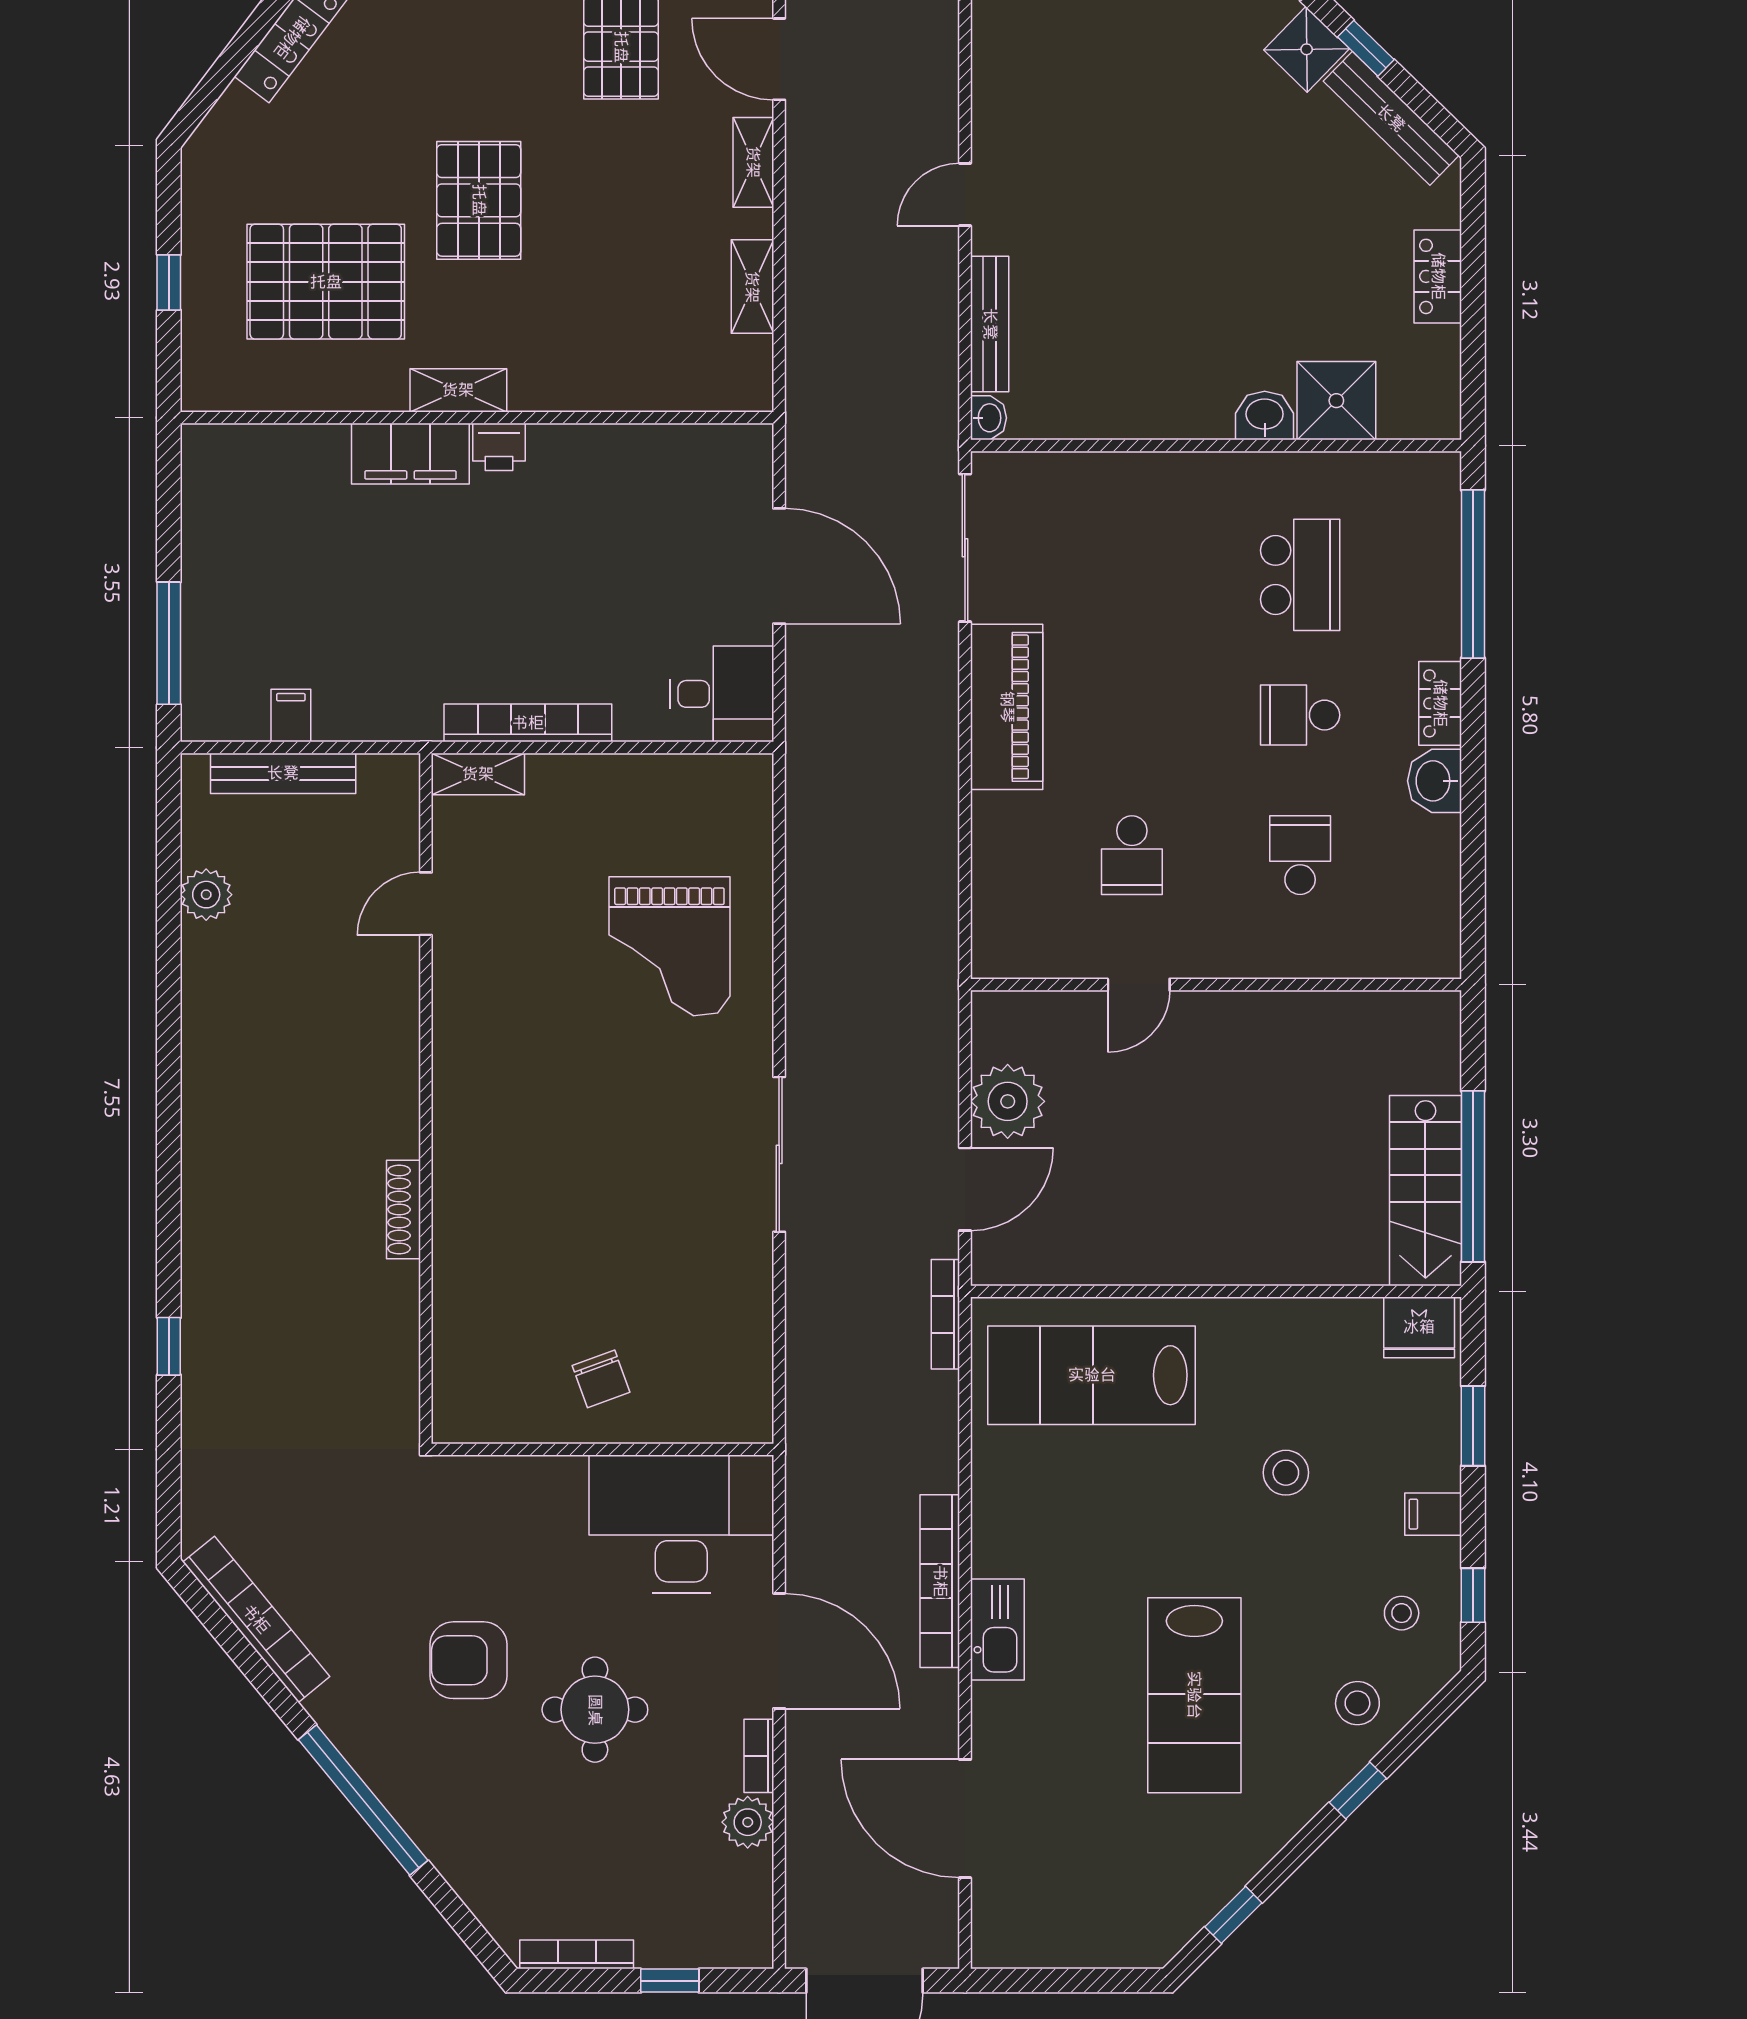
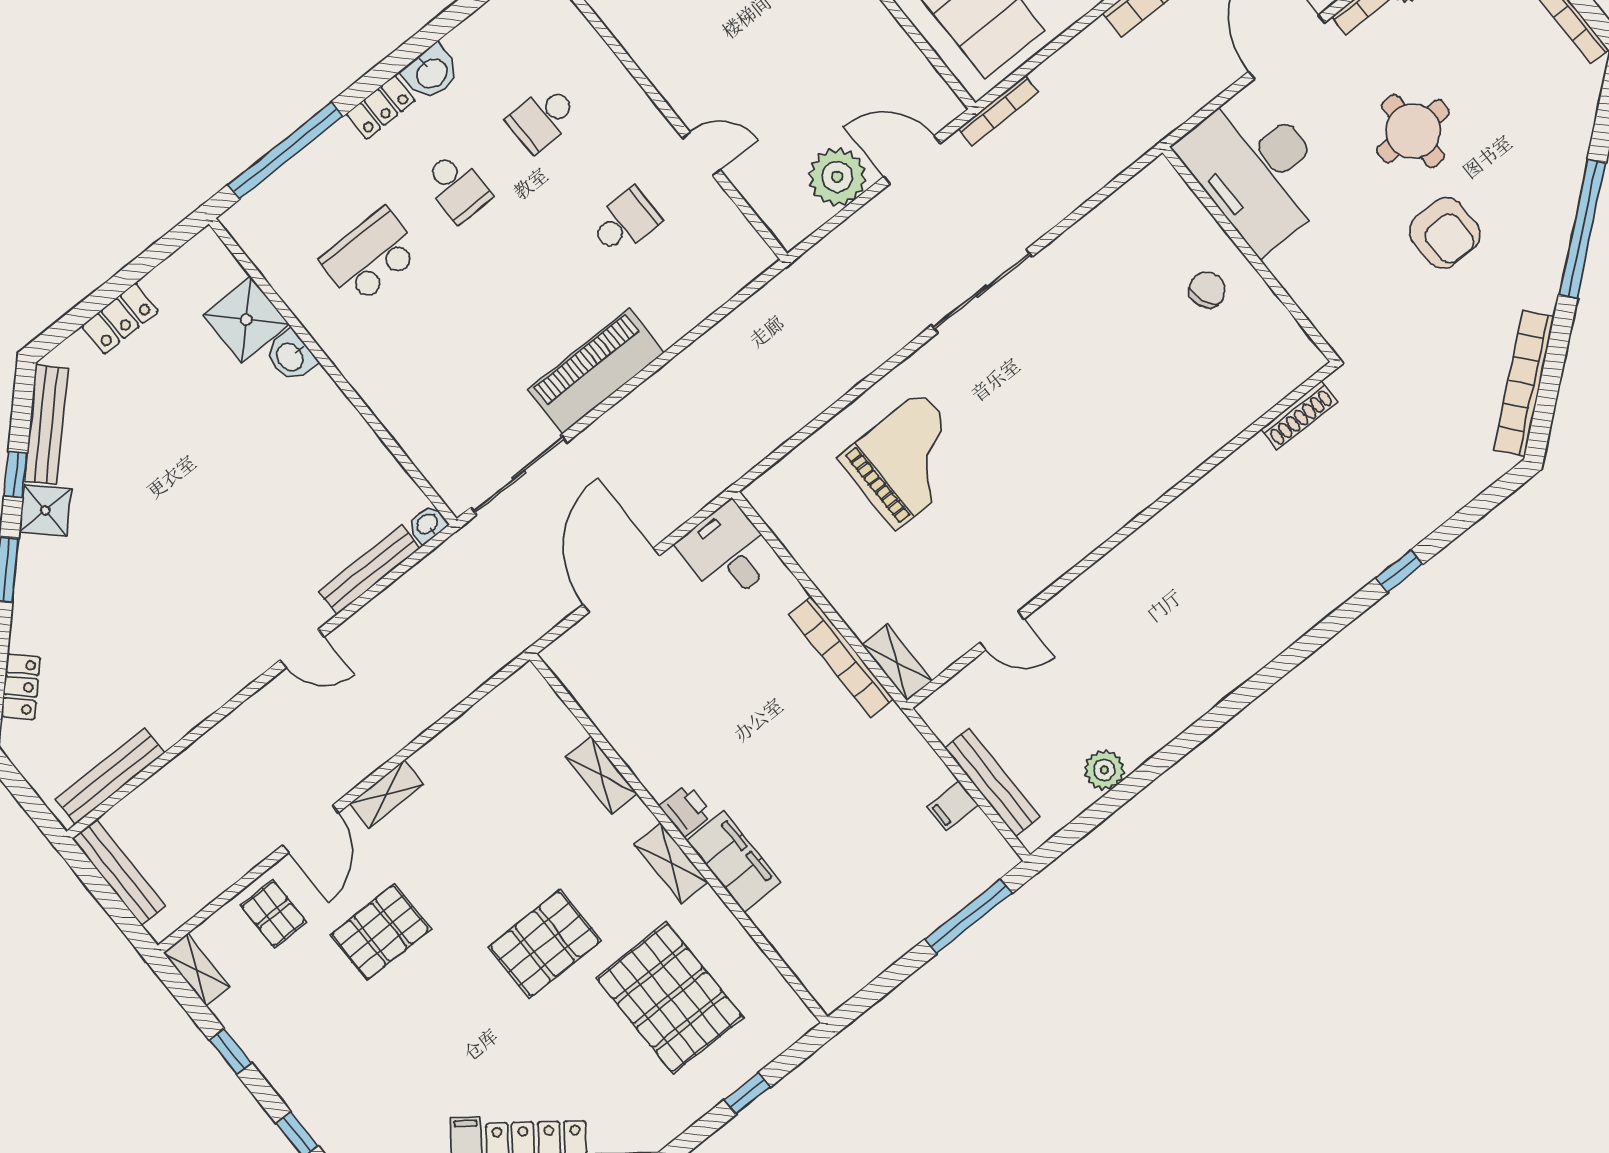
shelving: (752, 287) -> (601, 775), moved, turned 90
shoe rack: (403, 1209) -> (1299, 415), moved

